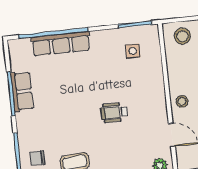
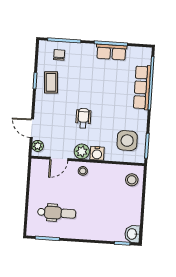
side table: (133, 51) -> (127, 141), width x1.87, depth x1.87
water cooler: (156, 87) -> (97, 153), added
plant: (157, 107) -> (82, 151), added

